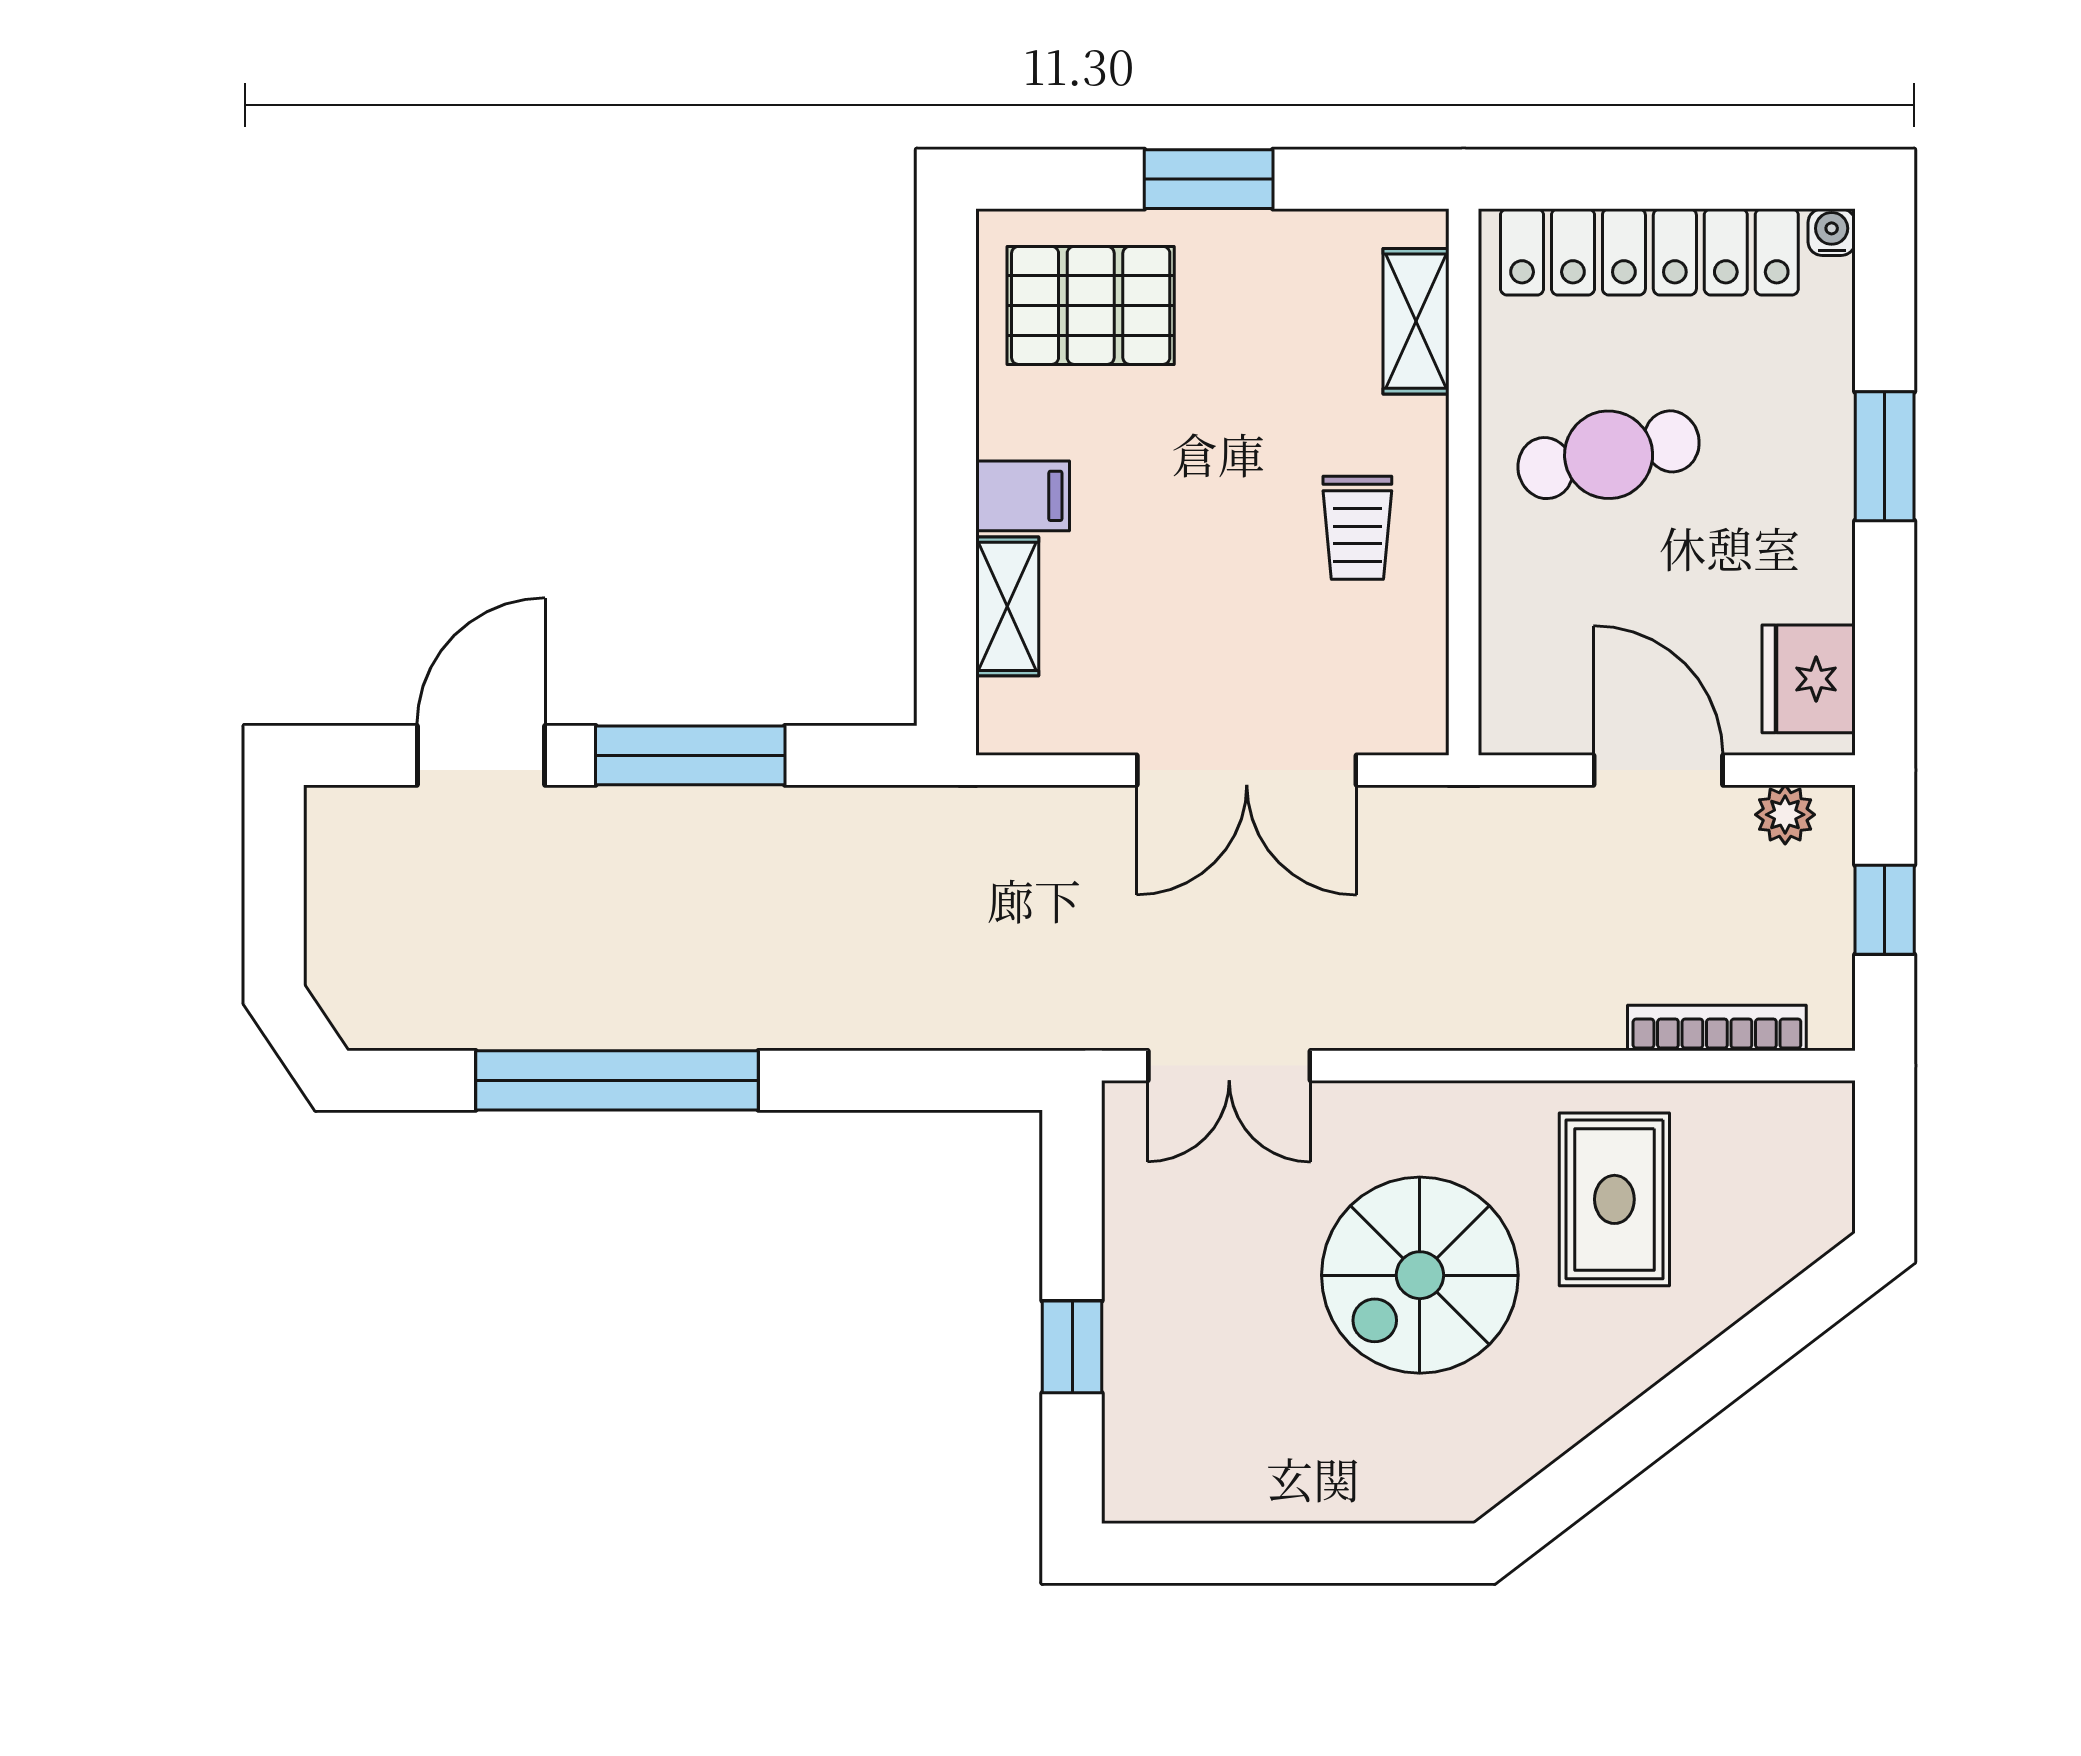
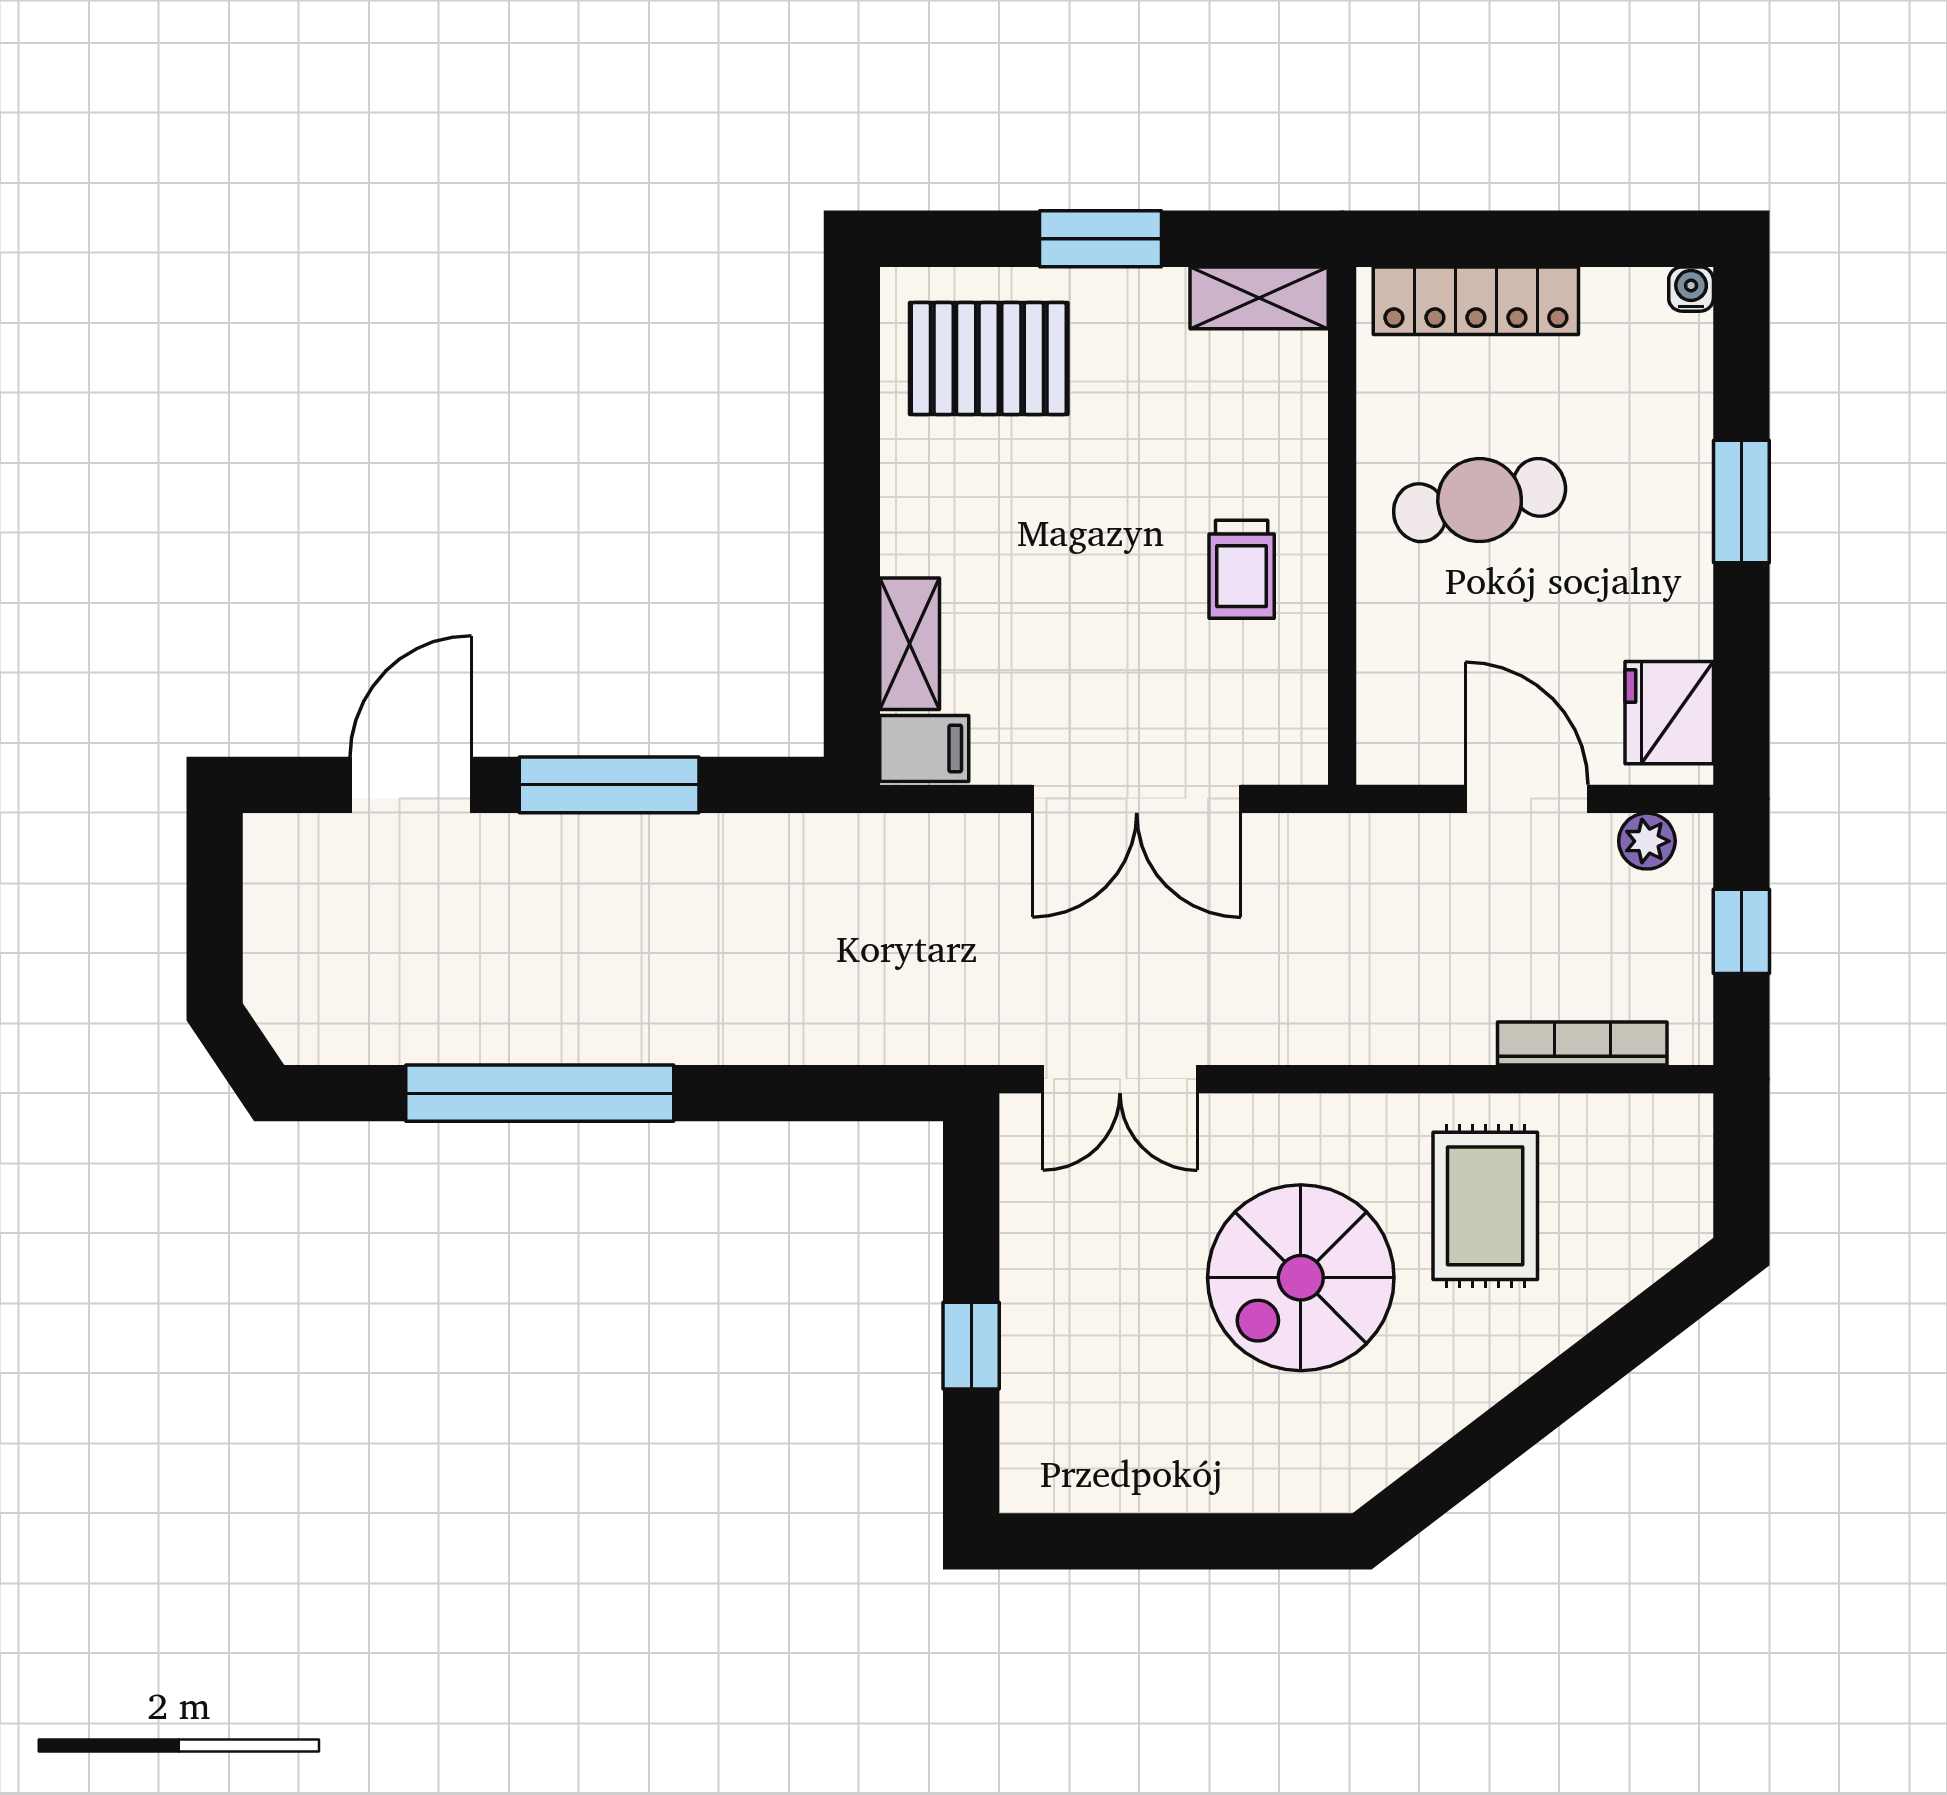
locker: (1649, 252) -> (1476, 301), width x0.71, depth x0.83
shelving: (1416, 321) -> (1259, 298), moved, turned 90
filing cabinet: (1023, 496) -> (924, 748), moved

